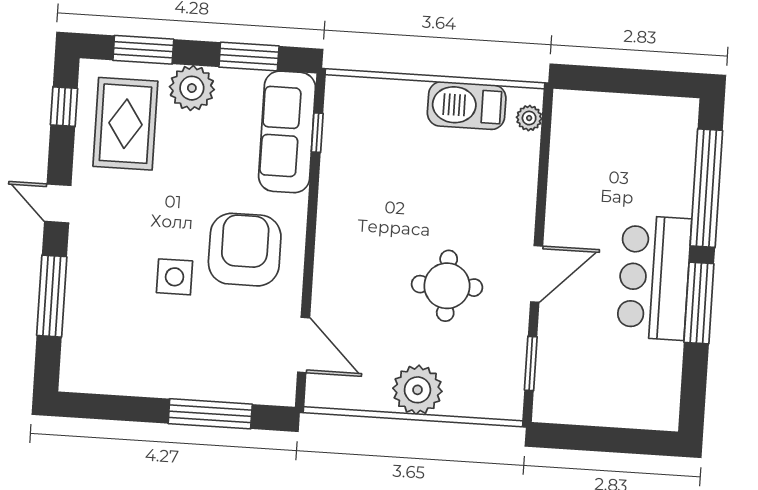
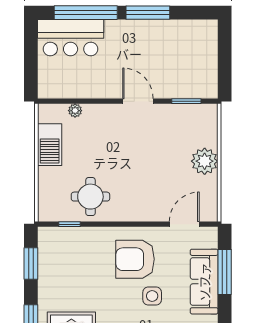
plant: (192, 88) -> (50, 293), removed
plant: (529, 118) -> (75, 111), moved
sofa: (287, 132) -> (204, 282), moved, turned 90
bar counter: (654, 278) -> (71, 38), moved
round table: (447, 286) -> (90, 197), moved

